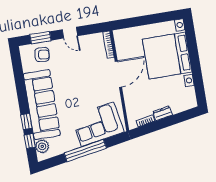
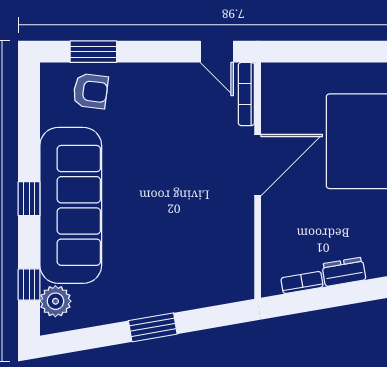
door: (70, 33) -> (217, 52), moved
window: (26, 121) -> (29, 199), moved
corner sofa: (98, 124) -> (191, 272), removed
window: (85, 151) -> (153, 327), width x0.47

